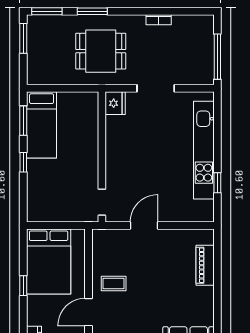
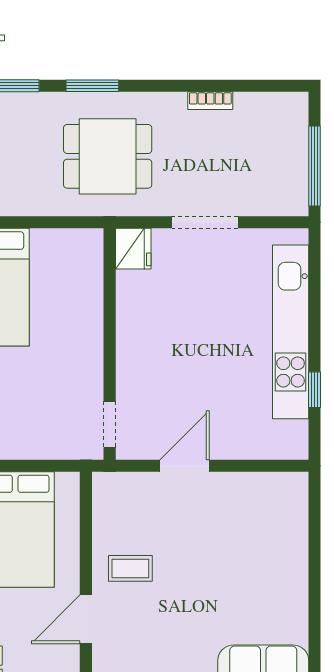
piano: (205, 265) -> (293, 536), removed

